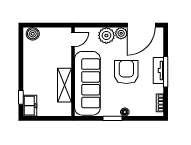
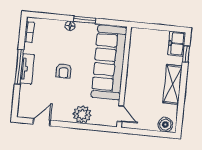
door: (141, 25) -> (42, 122), width x0.53
plant: (121, 33) -> (65, 115), removed
door: (73, 39) -> (120, 114), swing flipped
armchair: (126, 72) -> (64, 71), width x0.53, depth x0.53
shelving: (65, 85) -> (173, 84), moved

